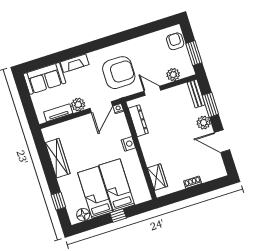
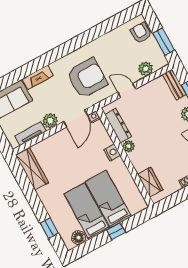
plant: (144, 141) -> (129, 146), added
wardrobe: (58, 158) -> (32, 169), moved

